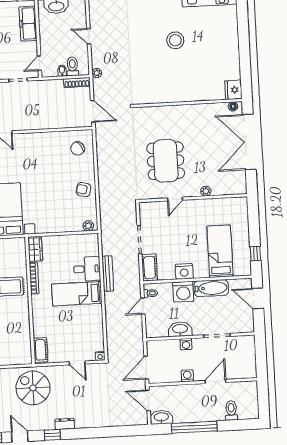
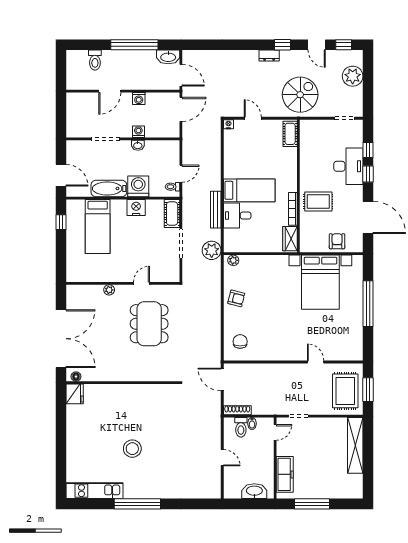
plant: (97, 73) -> (212, 250), moved, width x1.88, depth x1.88
chair: (78, 148) -> (240, 342), turned -57
washbasin: (180, 329) -> (138, 145), width x0.52, depth x0.69
spiral stairs: (33, 388) -> (300, 95), turned -90

